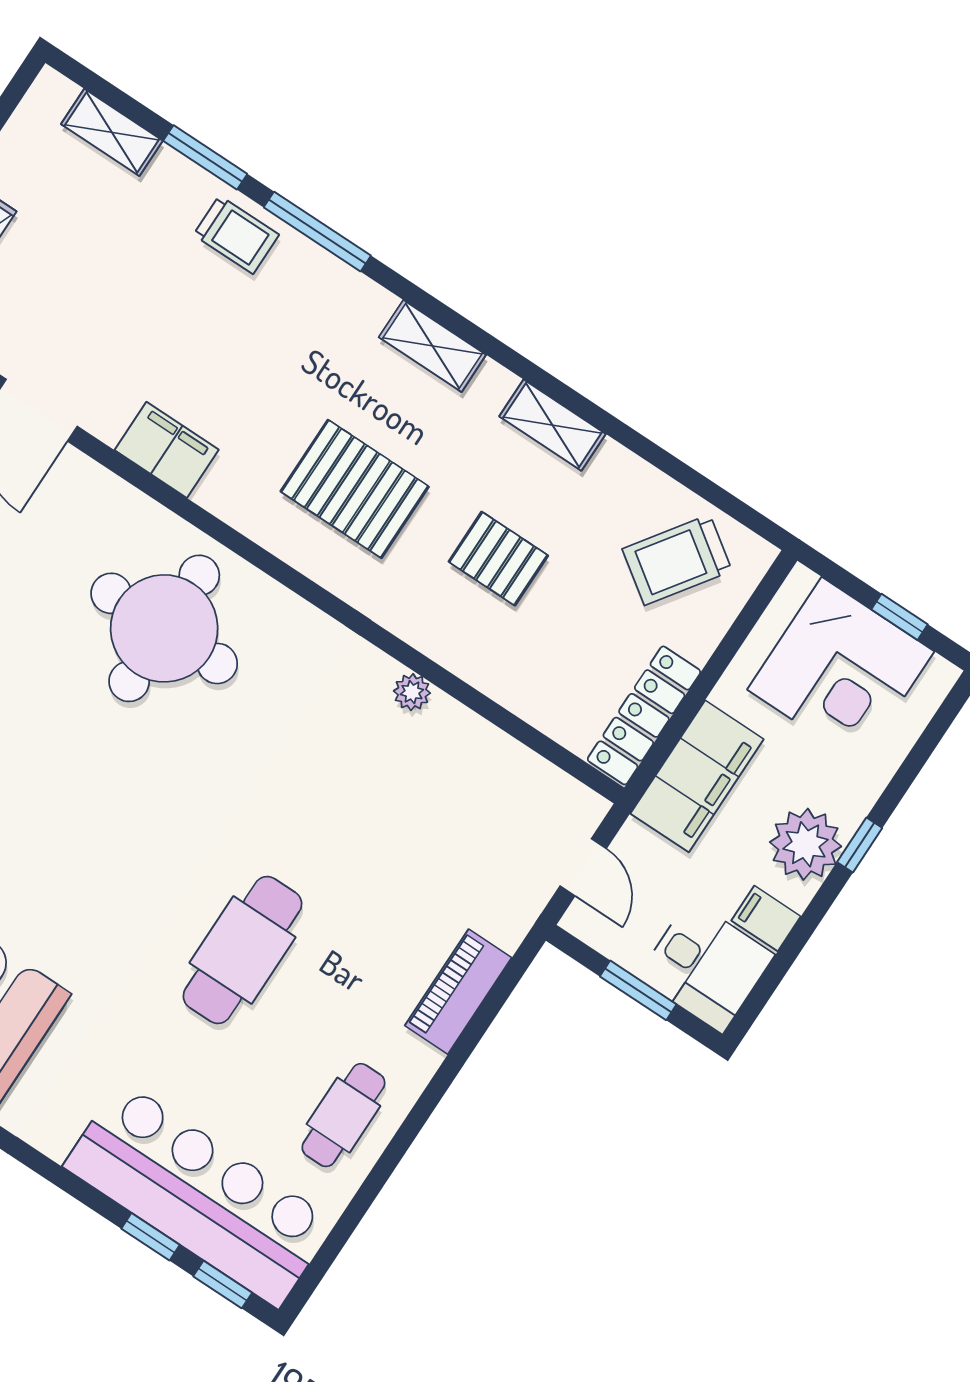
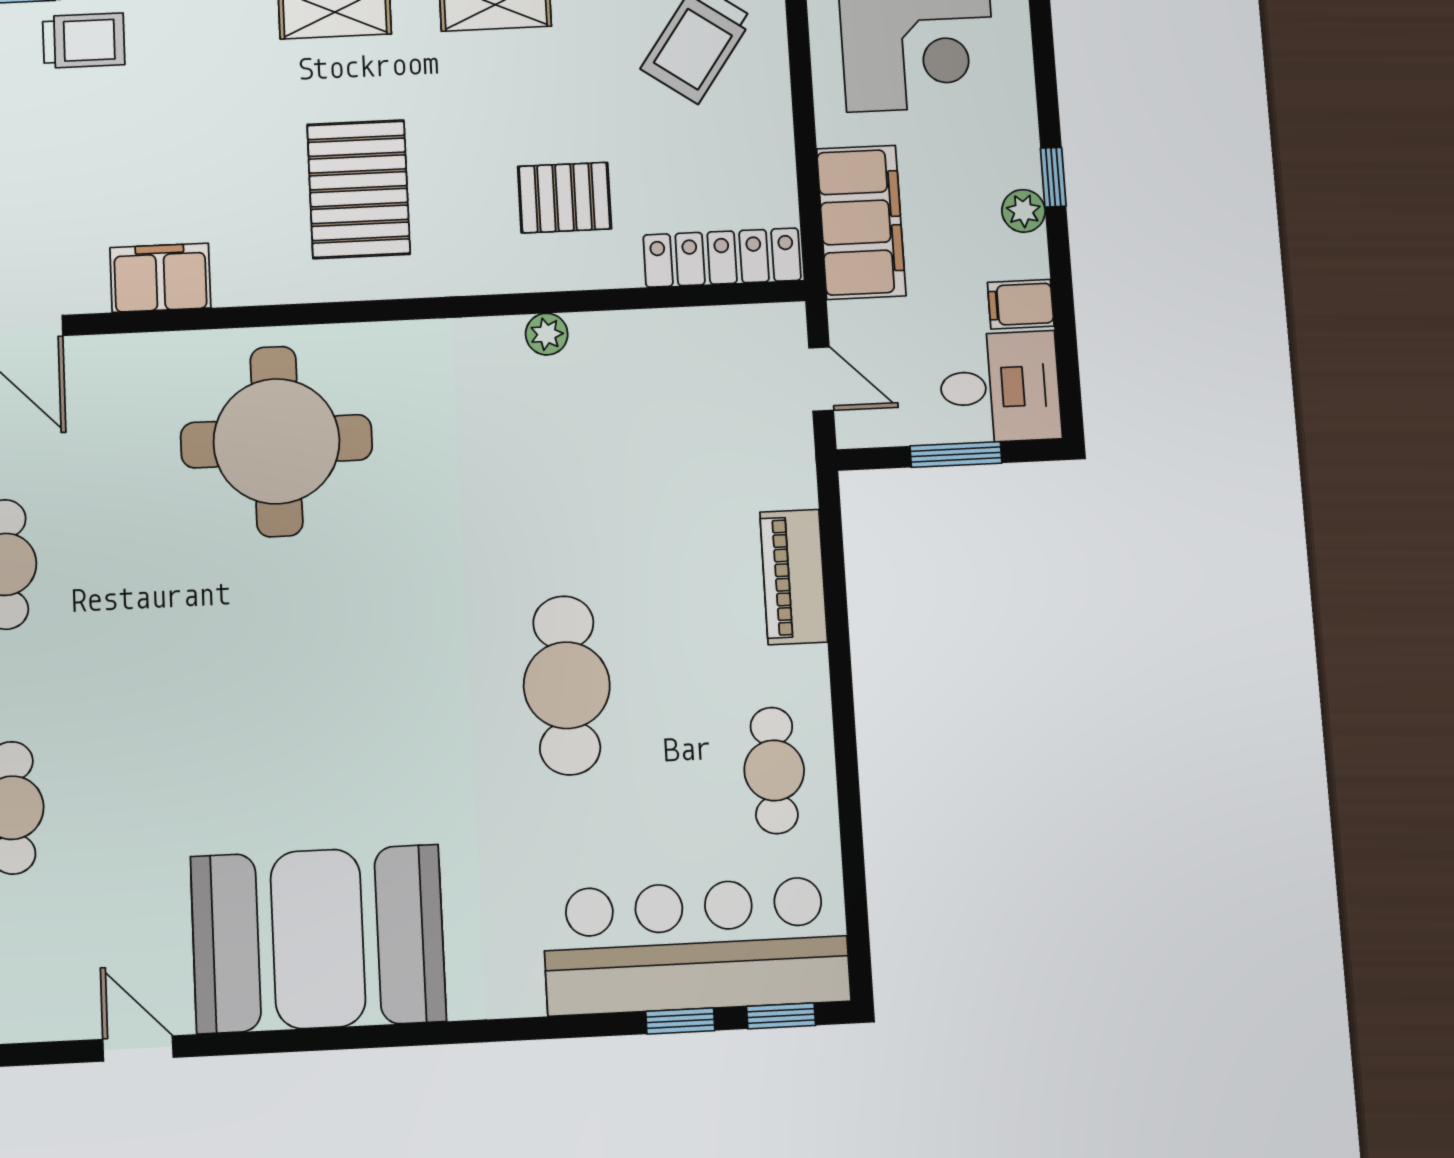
pallet: (355, 489) -> (359, 189), turned 90
pallet: (498, 559) -> (565, 198), moved
locker: (644, 715) -> (722, 258), moved, turned 90
plant: (806, 844) -> (1023, 211), width x0.53, depth x0.53

